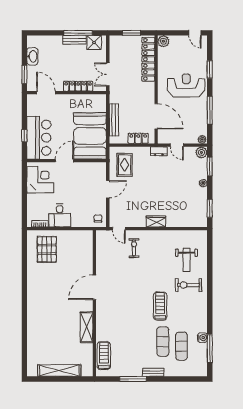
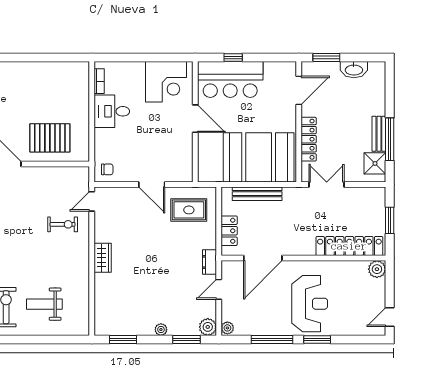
window: (210, 69) -> (317, 340), moved
booth: (90, 136) -> (259, 157), moved
pallet: (47, 249) -> (50, 138), moved

